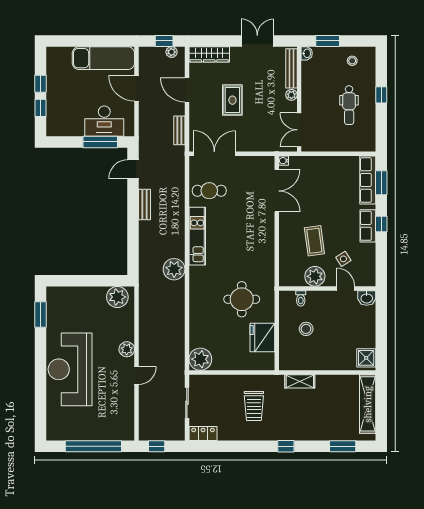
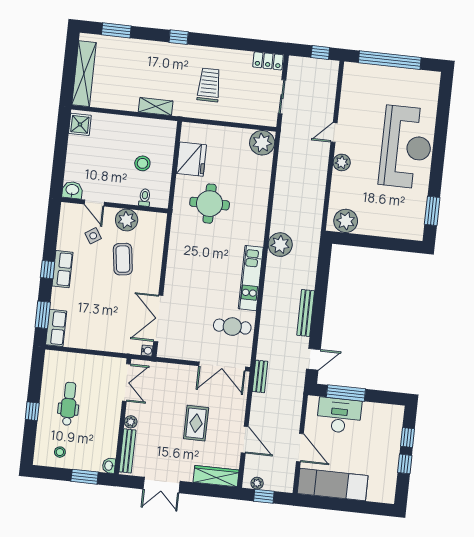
bench: (179, 130) -> (260, 376), moved
row of seats: (368, 180) -> (56, 328), width x0.68
bench: (144, 205) -> (306, 313), width x1.36

